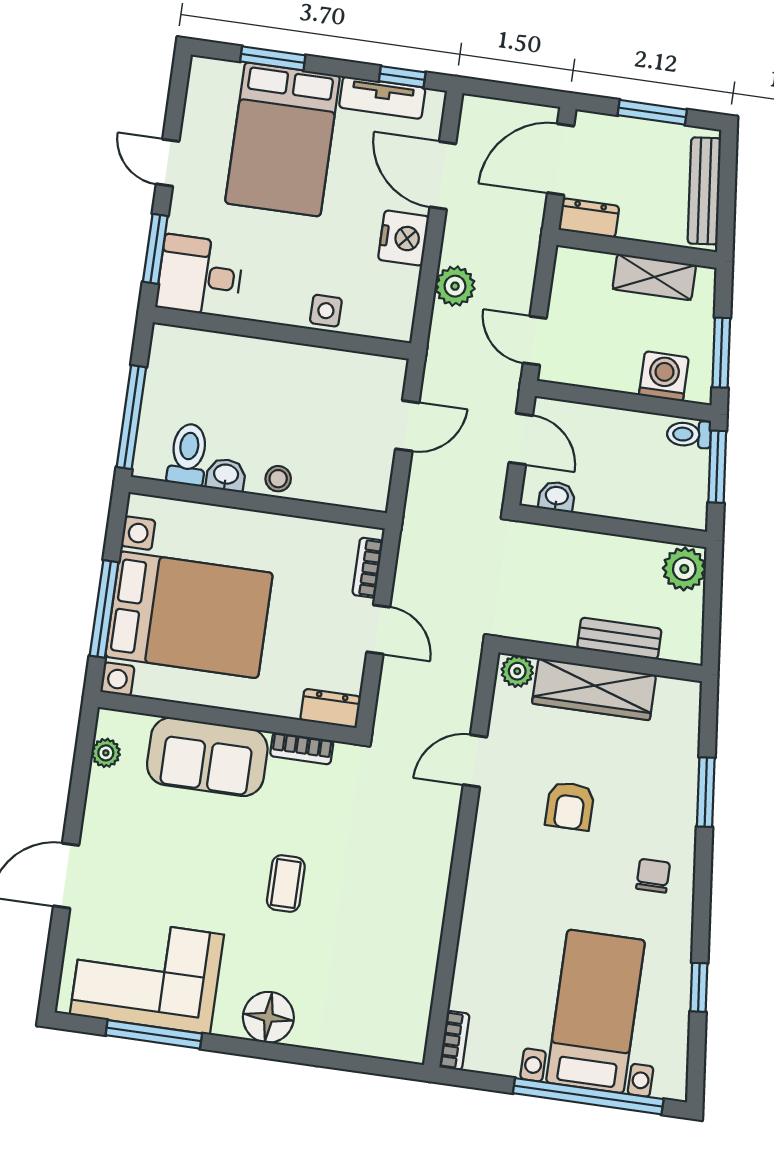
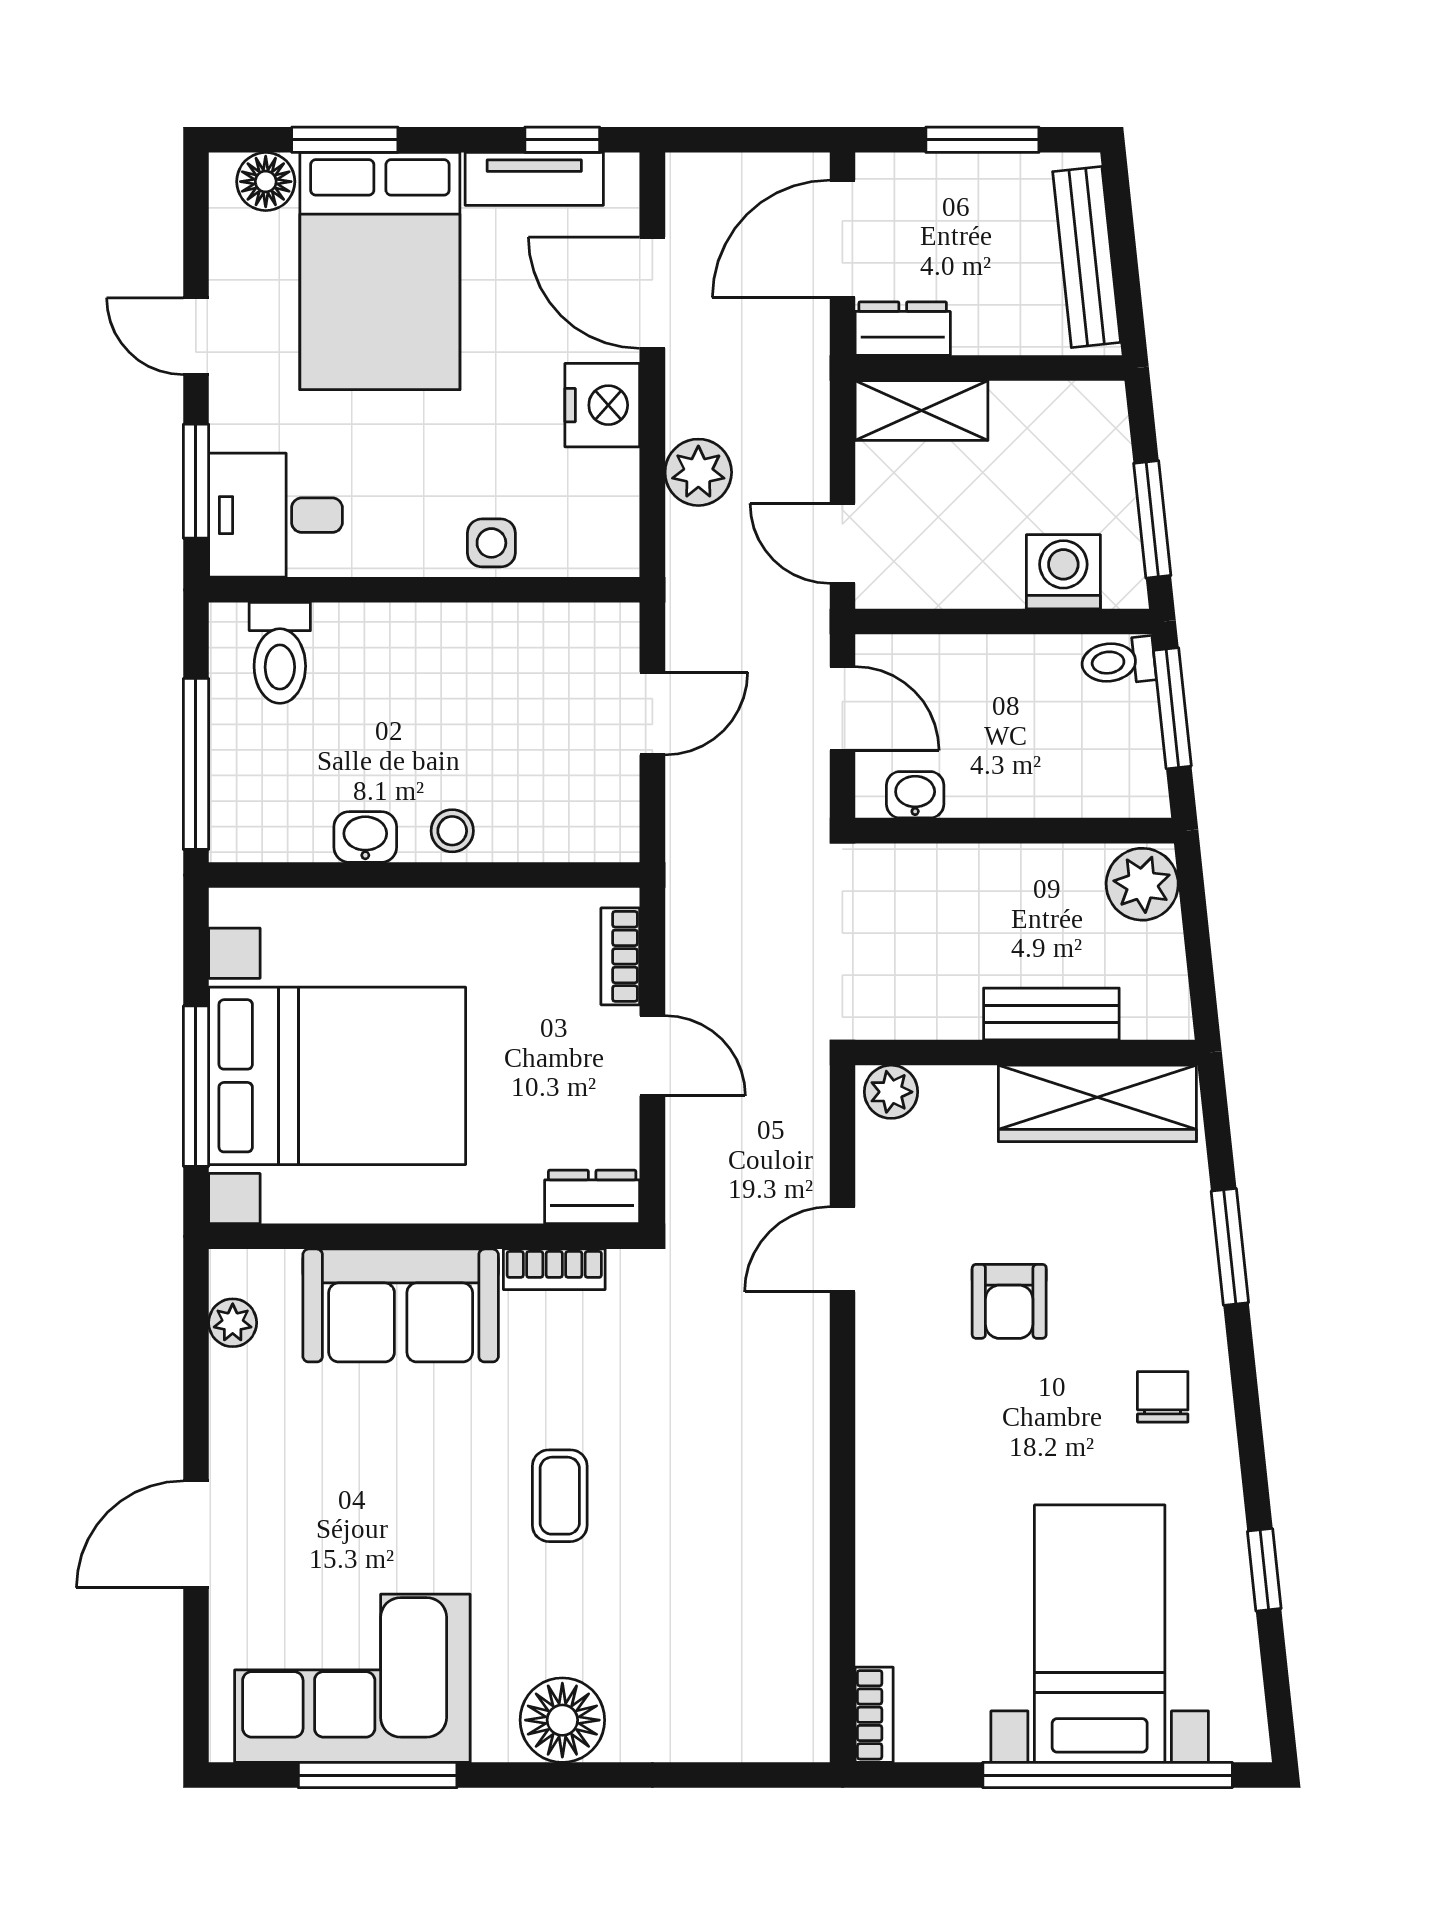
floor lamp: (222, 76) -> (266, 182), added
shelving: (654, 277) -> (922, 411), moved
toilet: (188, 454) -> (280, 653), moved, turned 180
wardrobe: (594, 689) -> (1097, 1103), moved

